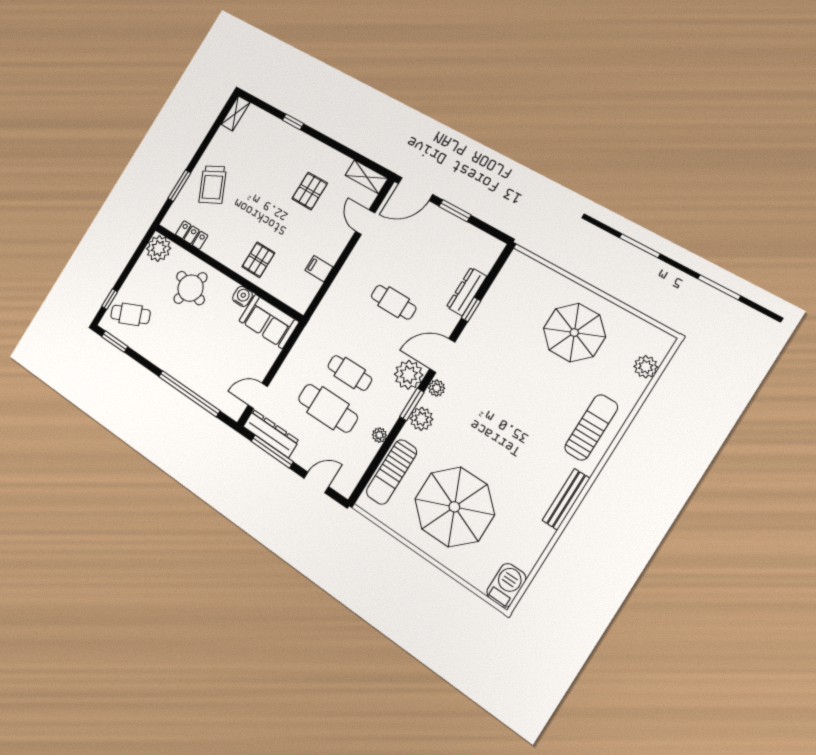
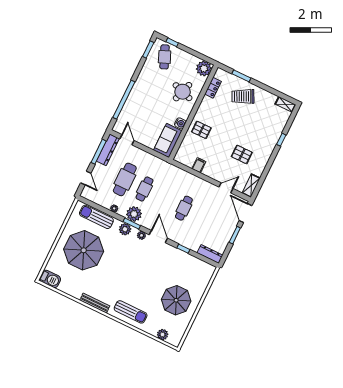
dresser: (467, 292) -> (210, 254), moved
plant: (409, 375) -> (134, 214), moved

